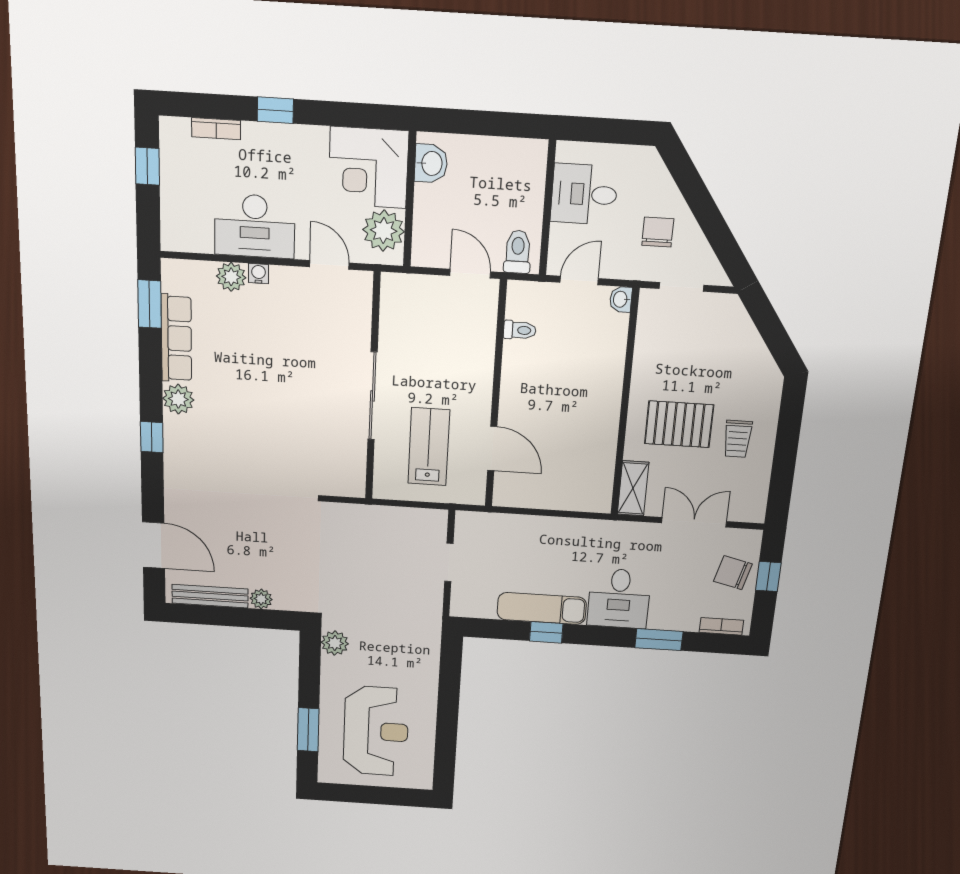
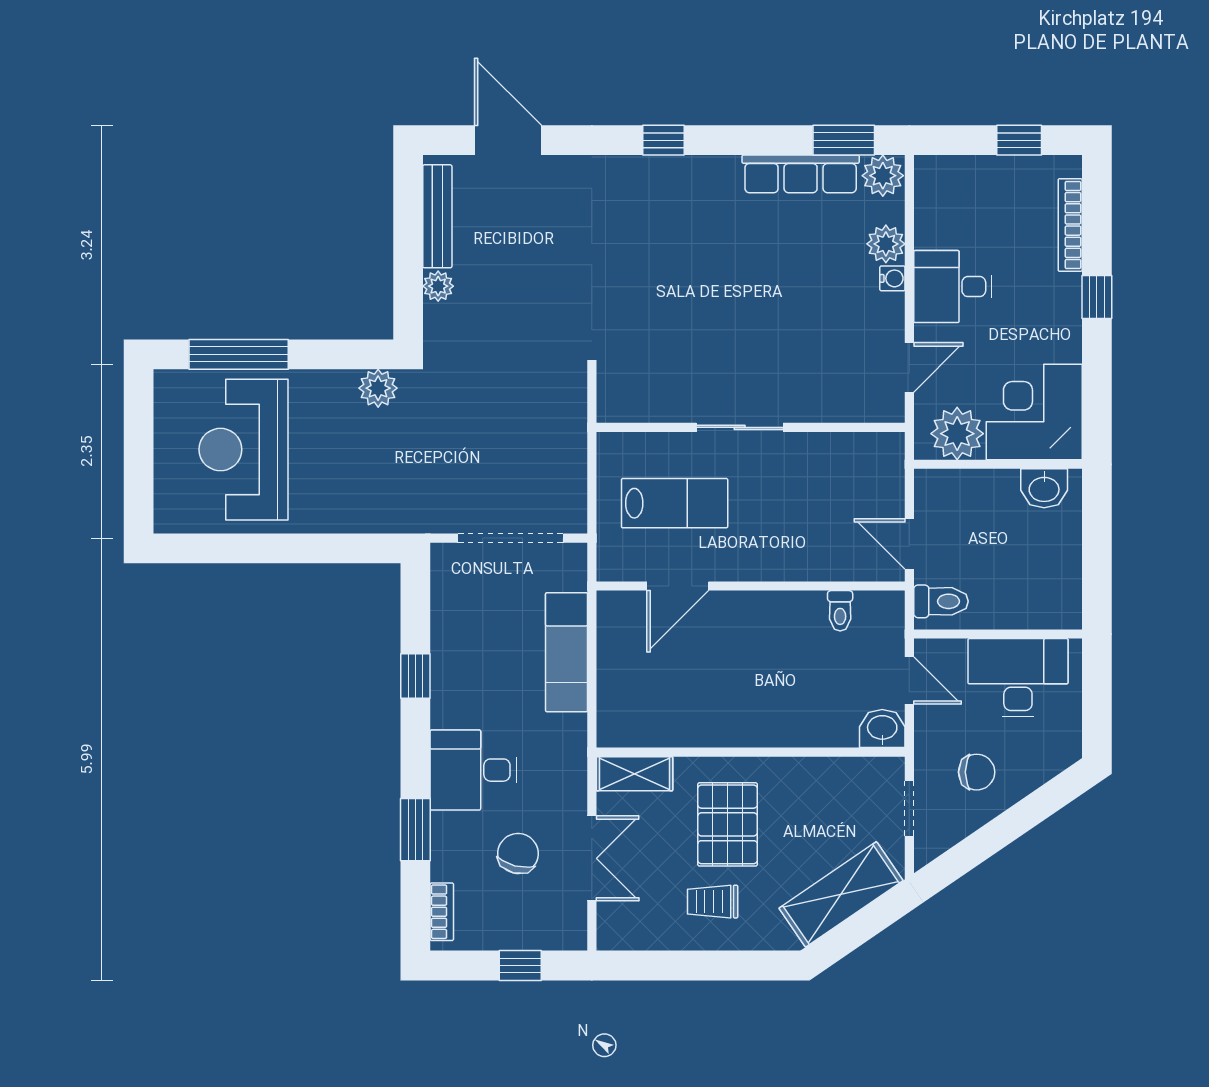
bookcase: (216, 129) -> (1070, 225), width x1.56
desk: (584, 194) -> (1018, 678), width x1.37
desk: (255, 226) -> (953, 287), width x0.73
door: (470, 274) -> (909, 544), swing flipped
washbasin: (621, 299) -> (882, 729), width x1.38, depth x1.45
shelving: (744, 344) -> (841, 894), added
sliding door: (372, 396) -> (740, 427), width x0.73
plant: (178, 399) -> (883, 176), moved
door: (154, 545) -> (508, 140), swing flipped
doorway: (449, 562) -> (511, 538), width x1.88
chair: (733, 573) -> (518, 853), moved
exam couch: (542, 608) -> (567, 652), moved, turned 180
window: (308, 730) -> (239, 354), width x1.44
reception desk: (376, 731) -> (244, 450), turned 90

